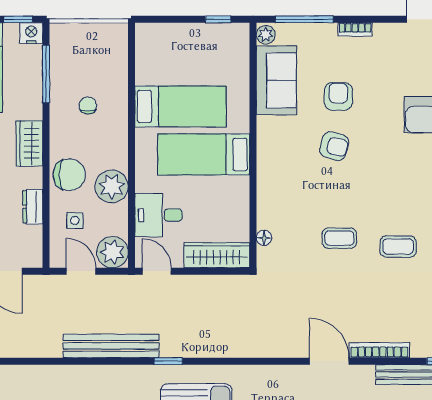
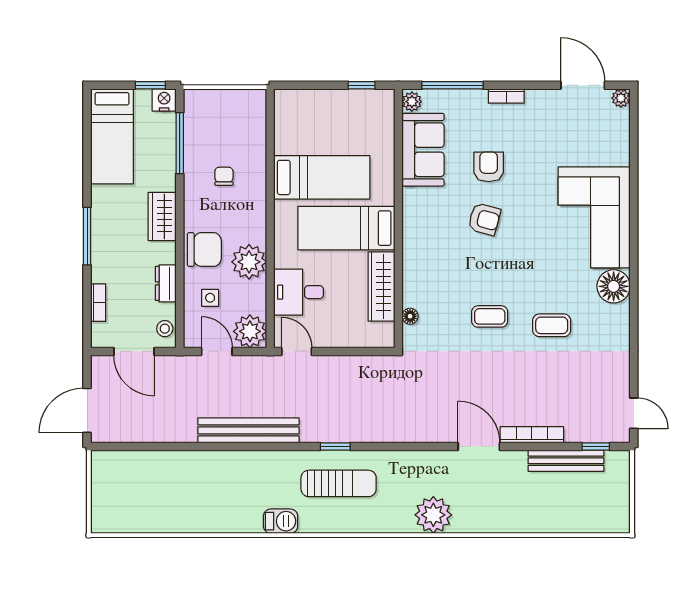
stool: (32, 250) -> (165, 329), added
wardrobe: (217, 255) -> (381, 286), moved, turned -90
window: (168, 361) -> (335, 447), moved

